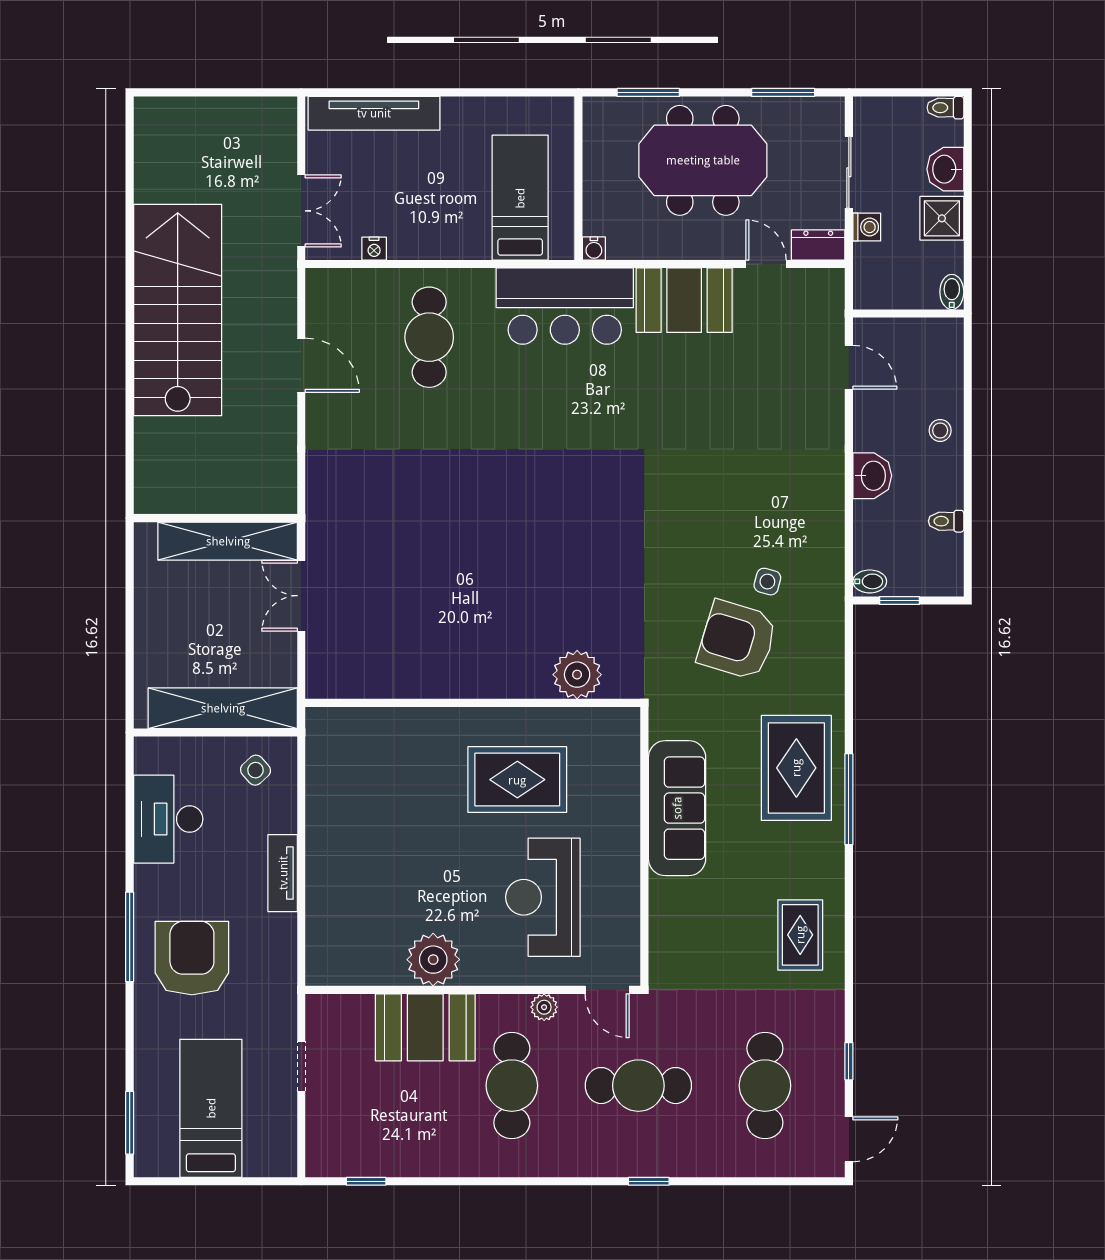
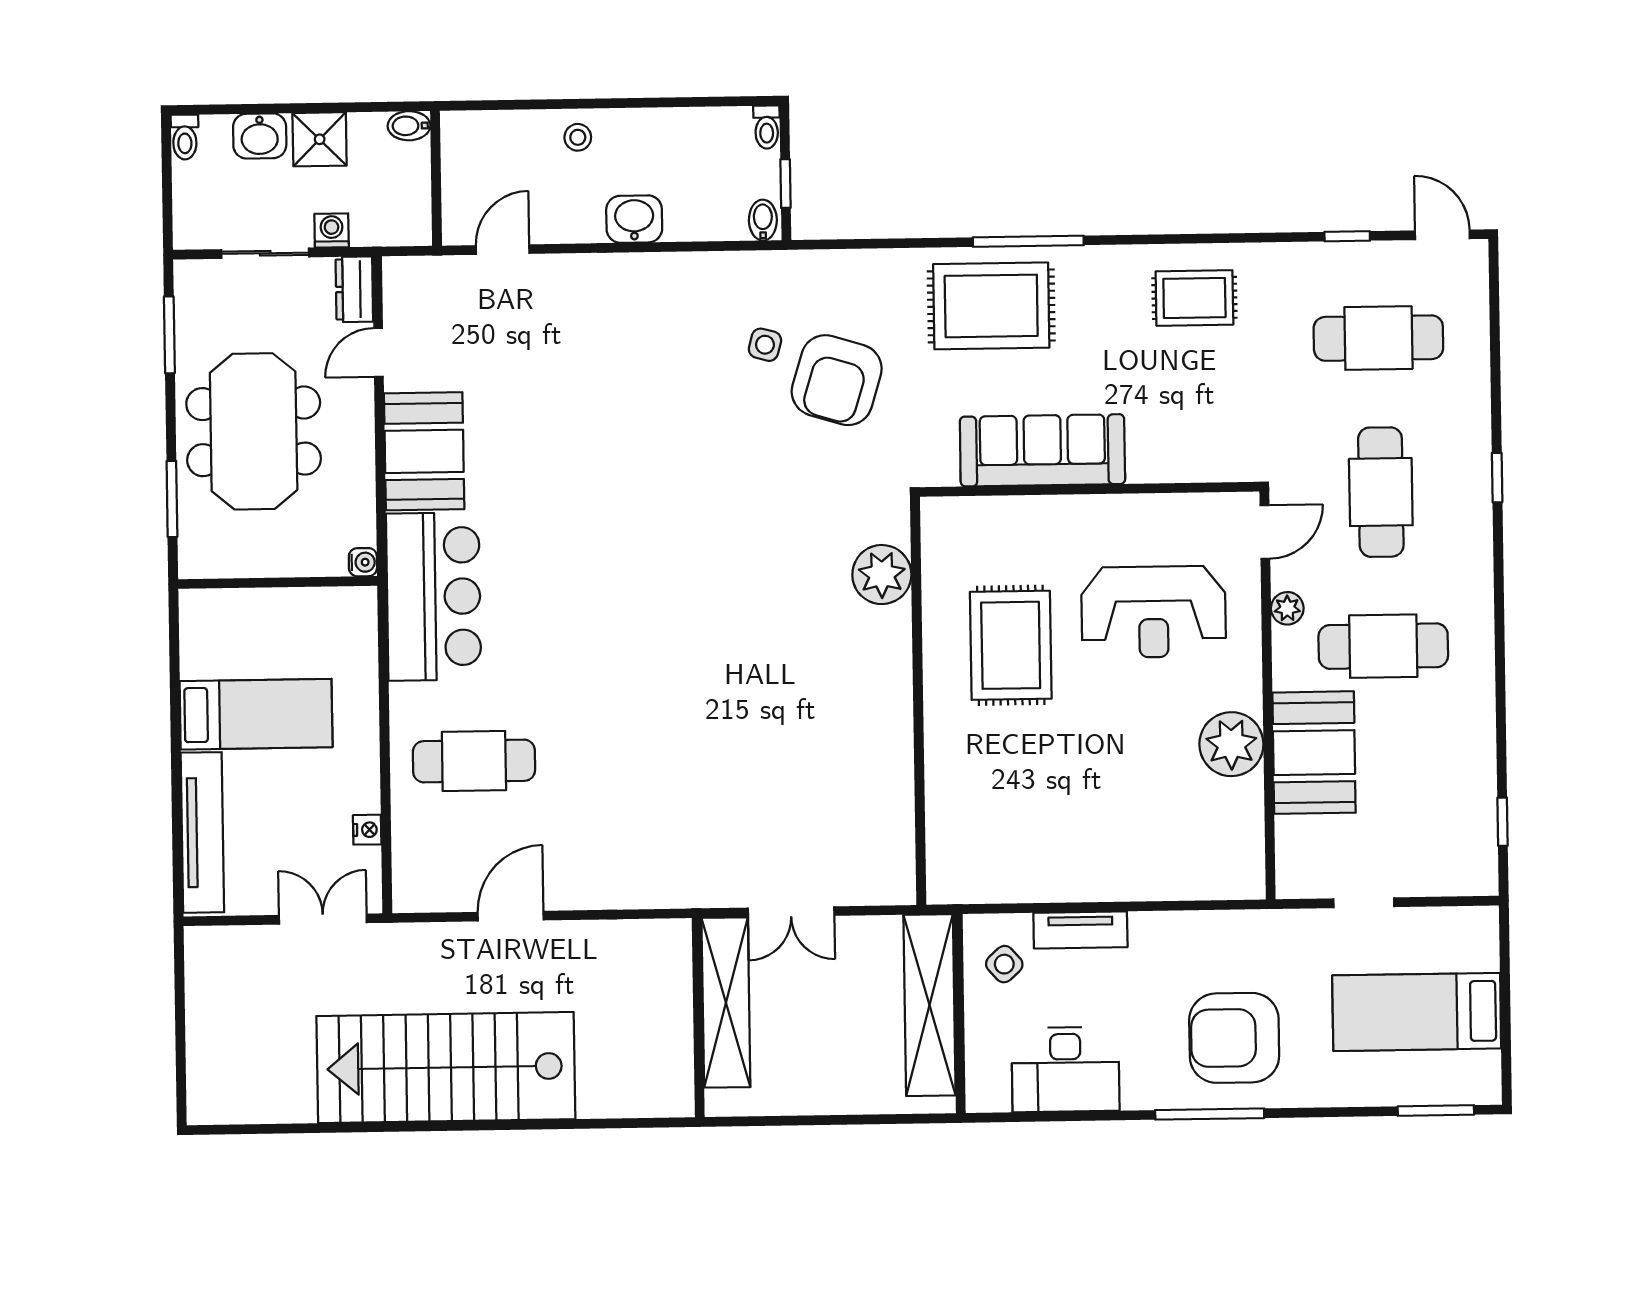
bed: (520, 198) -> (256, 714), moved, turned 180
toilet: (946, 521) -> (767, 127), moved
tv unit: (283, 873) -> (1080, 930), moved

